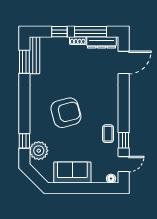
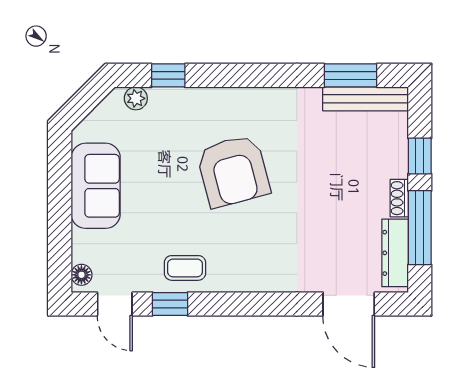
plant: (39, 151) -> (136, 98), width x0.53, depth x0.53

